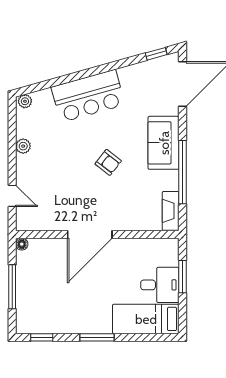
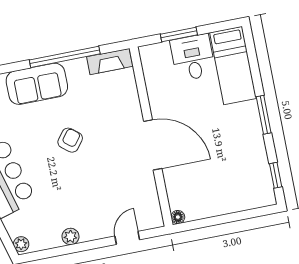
window: (12, 287) -> (226, 218), removed

